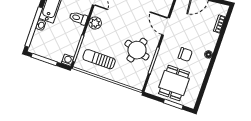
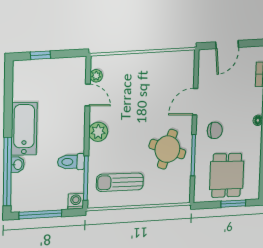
toilet: (78, 18) -> (71, 162), moved
door: (166, 26) -> (195, 102), hinge flipped
chair: (185, 55) -> (215, 130), moved

